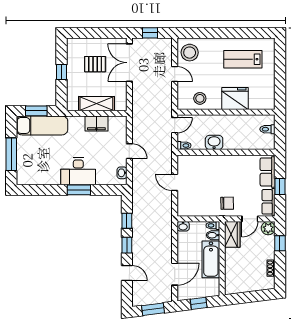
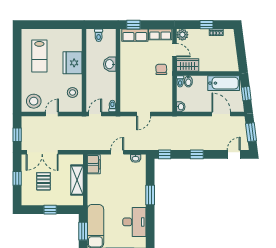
window: (98, 33) -> (17, 178), added
filing cabinet: (96, 123) -> (94, 164), moved
door: (175, 125) -> (95, 114), hinge flipped
washbasin: (214, 142) -> (110, 64), moved
desk: (78, 171) -> (134, 222), moved
window: (280, 186) -> (133, 25), moved
window: (127, 221) -> (165, 154), moved
window: (280, 243) -> (206, 25), moved
bathtub: (211, 259) -> (224, 83), moved
door: (127, 273) -> (234, 154), moved

